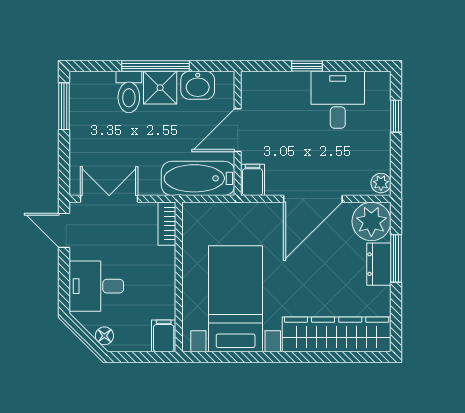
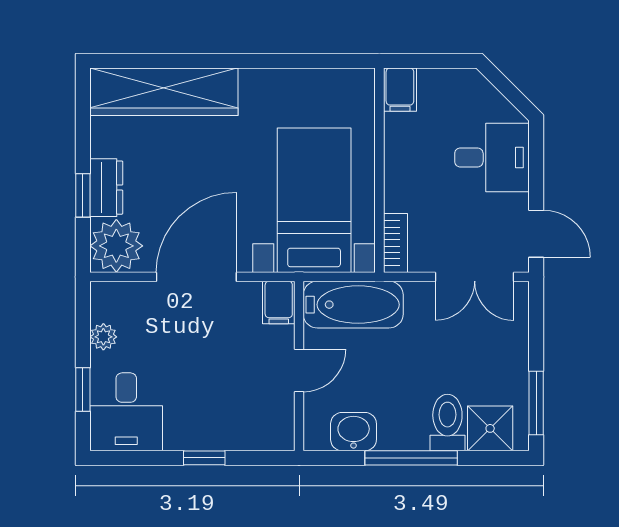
shower: (160, 88) -> (490, 428), moved
desk: (338, 100) -> (126, 412), moved
door: (238, 130) -> (299, 370), width x0.73
plant: (381, 183) -> (103, 337), moved
window: (396, 258) -> (83, 195), width x0.67
bed with nightstands: (236, 299) -> (314, 200), moved, turned 180
floor lamp: (104, 336) -> (481, 90), removed

